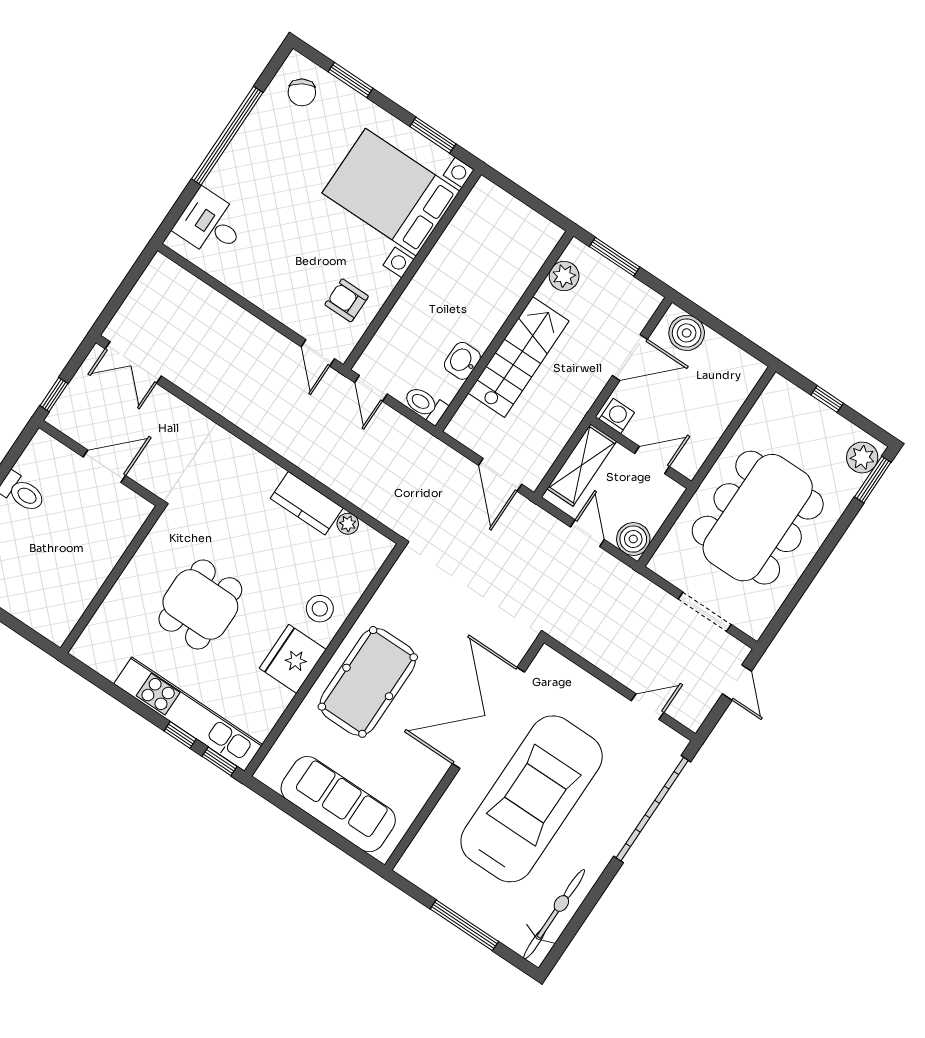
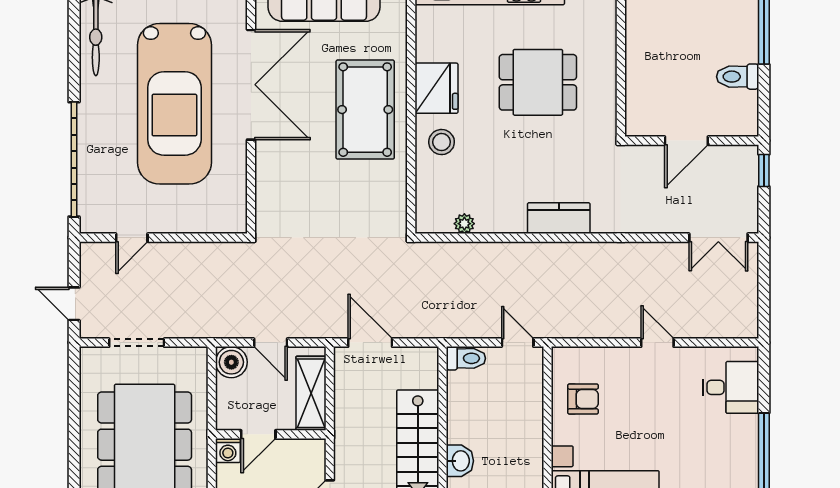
door: (318, 353) -> (657, 343), moved
washbasin: (462, 361) -> (460, 461), moved
double door: (133, 362) -> (718, 238), swing flipped
washing machine: (617, 416) -> (228, 451), moved
kitchen counter: (307, 503) -> (559, 218), moved
dining table: (200, 604) -> (538, 82), turned 90
double door: (488, 718) -> (251, 85), moved

